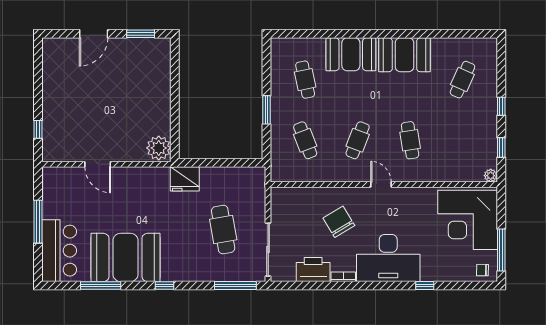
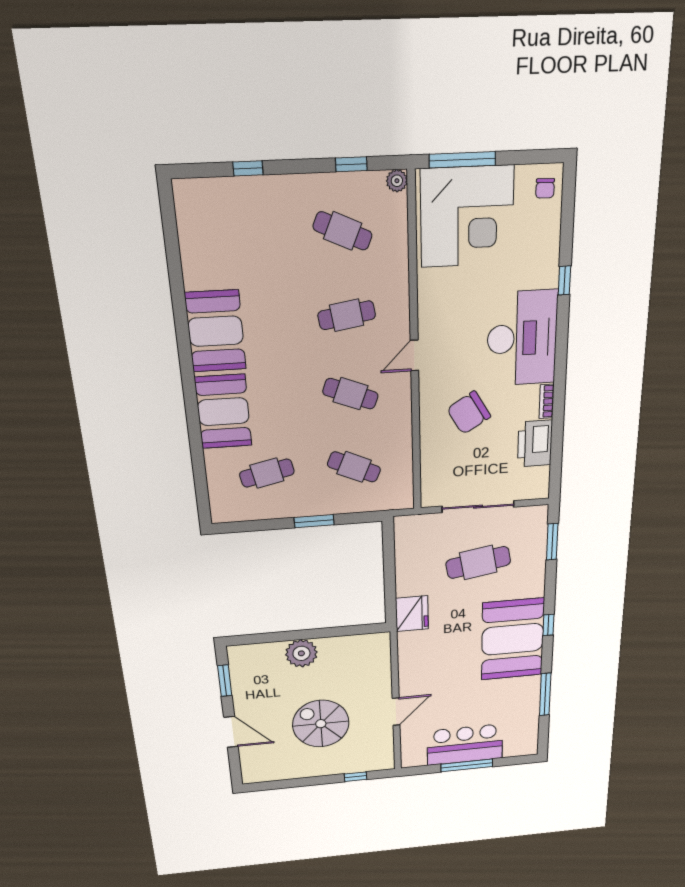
cafe table: (462, 80) -> (343, 231), moved
spiral stairs: (93, 104) -> (321, 724), added
window: (501, 106) -> (248, 168), moved
cafe table: (305, 140) -> (354, 467), turned 45
plant: (159, 148) -> (301, 653), moved
sliding door: (268, 250) -> (478, 507), moved
window: (501, 250) -> (462, 160), moved
bar counter: (59, 251) -> (465, 745), moved
booth: (125, 257) -> (513, 639), moved
window: (235, 286) -> (552, 542), width x0.69

